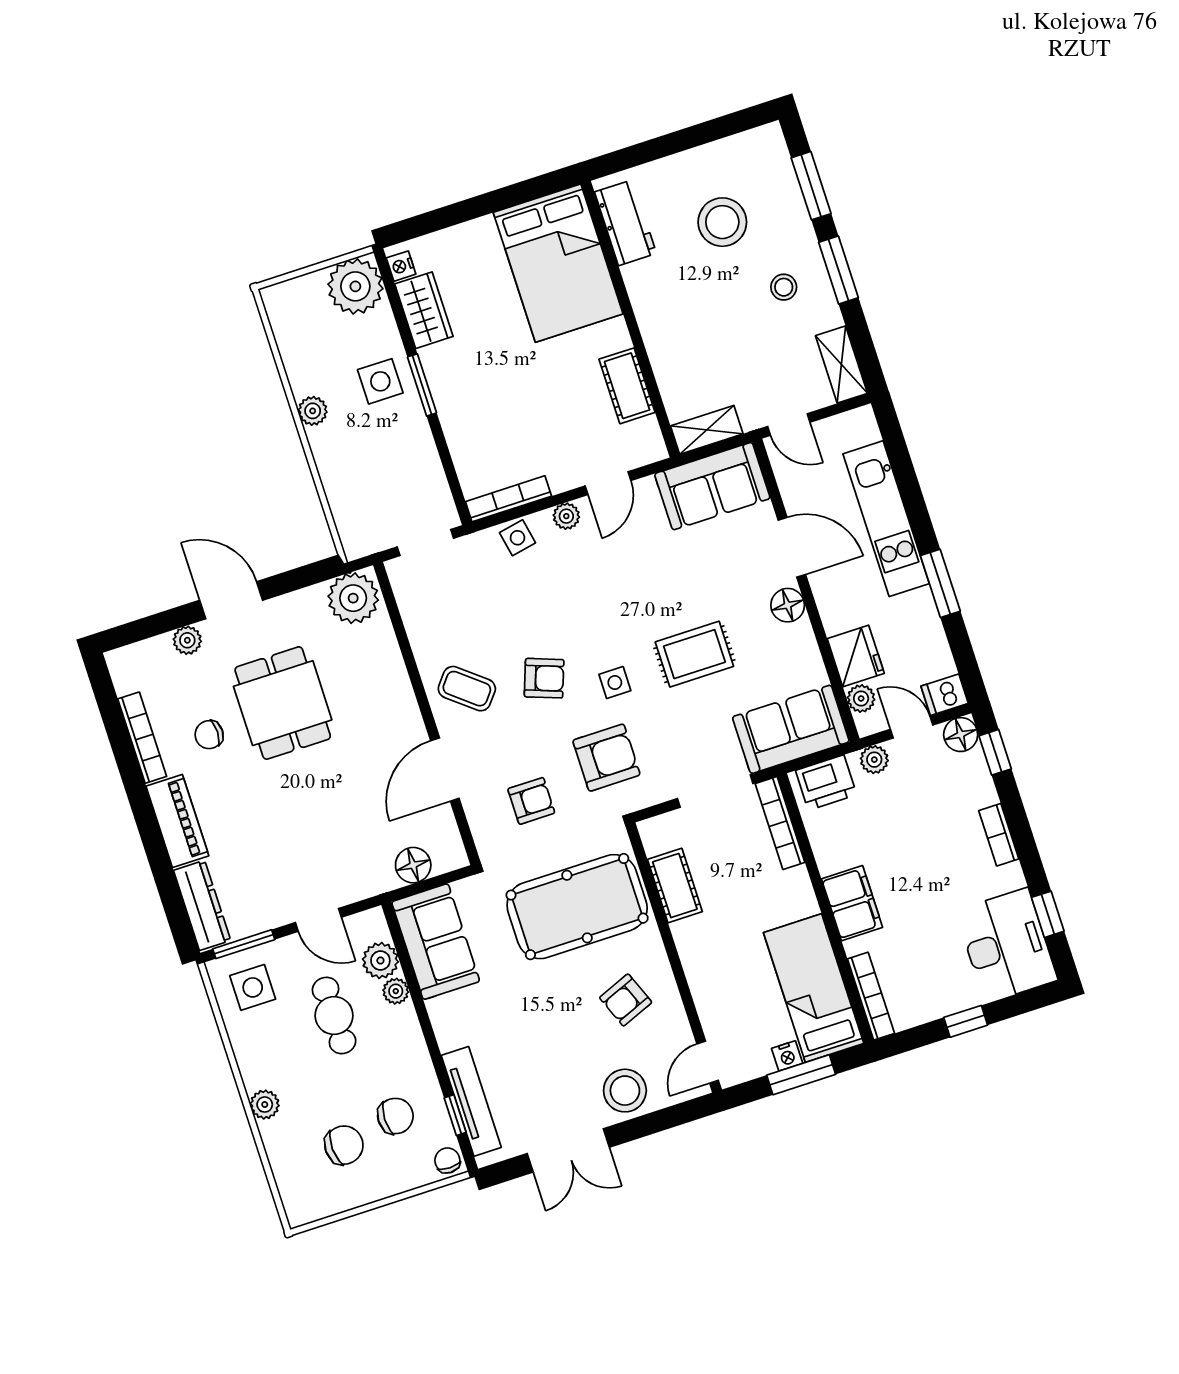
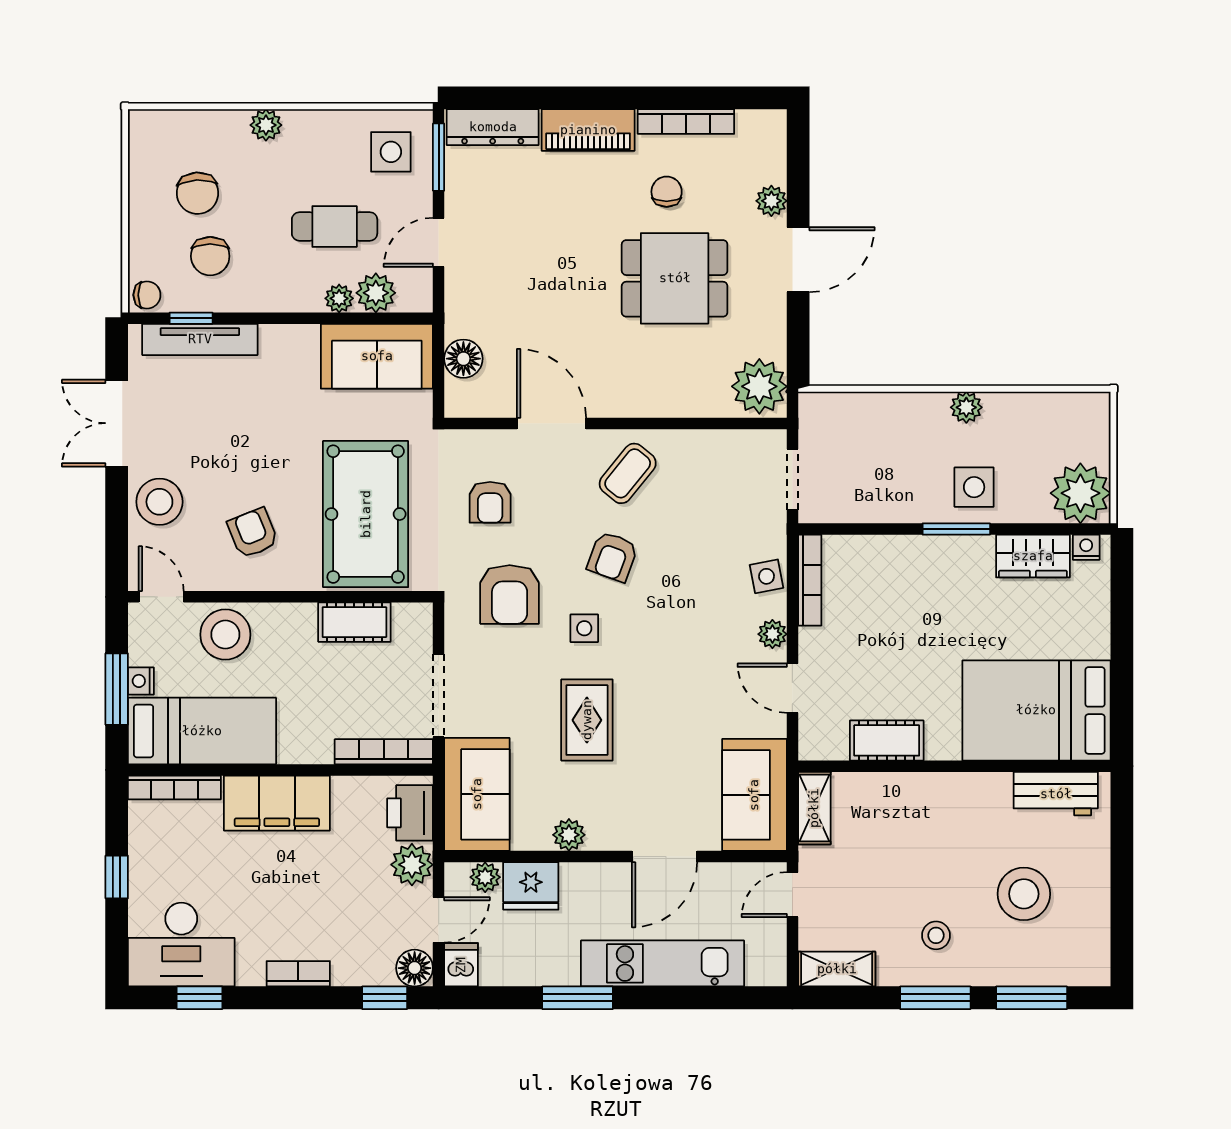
floor lamp: (788, 605) -> (606, 833), removed
plant: (800, 637) -> (569, 835), added
plant: (874, 760) -> (412, 865), width x1.38, depth x1.38
filing cabinet: (852, 903) -> (277, 803), width x1.50, depth x1.17
stool: (722, 995) -> (225, 635), added

